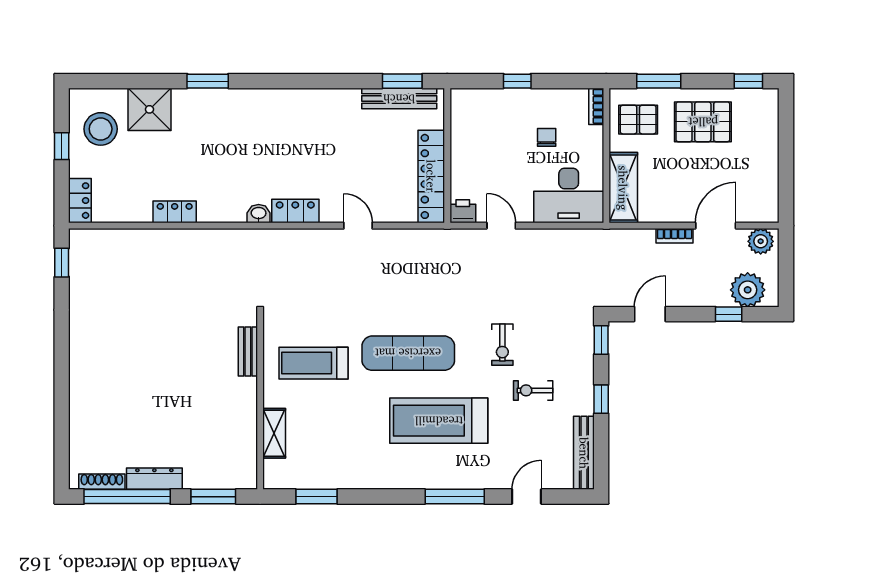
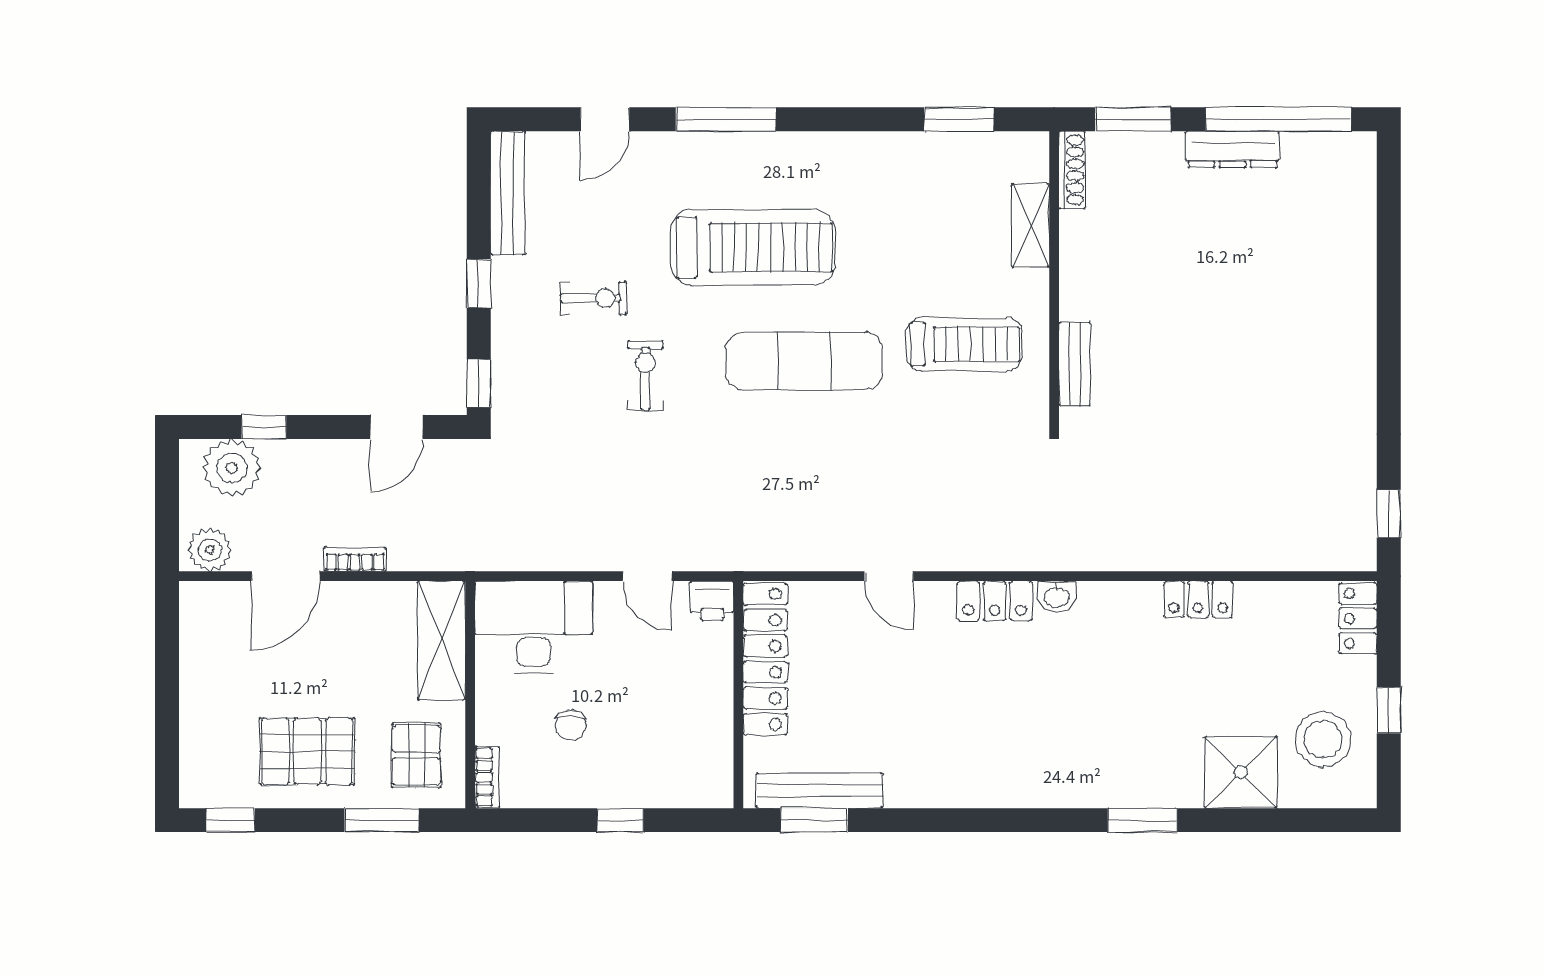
pallet: (638, 120) -> (416, 755), turned 90
shoe rack: (102, 482) -> (1072, 170), moved, turned -90

